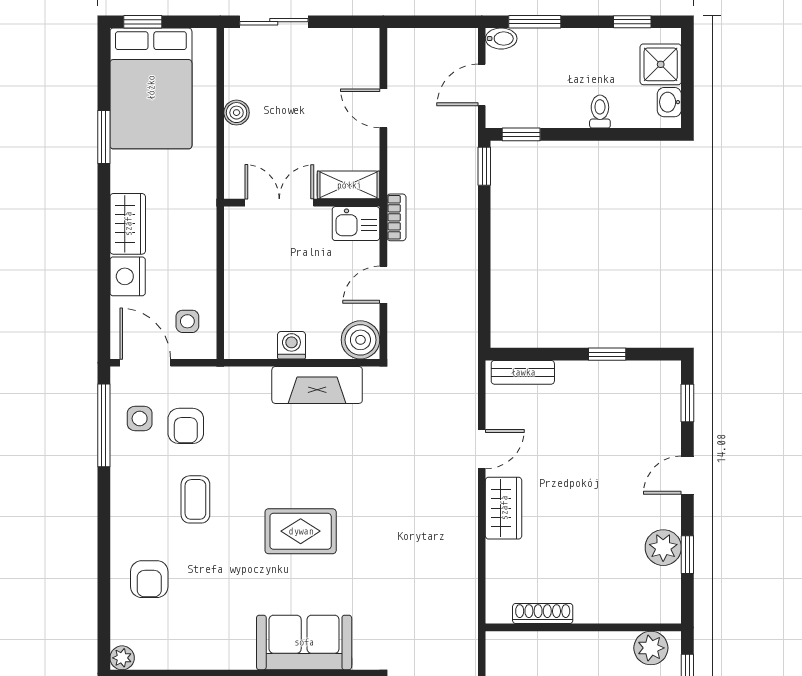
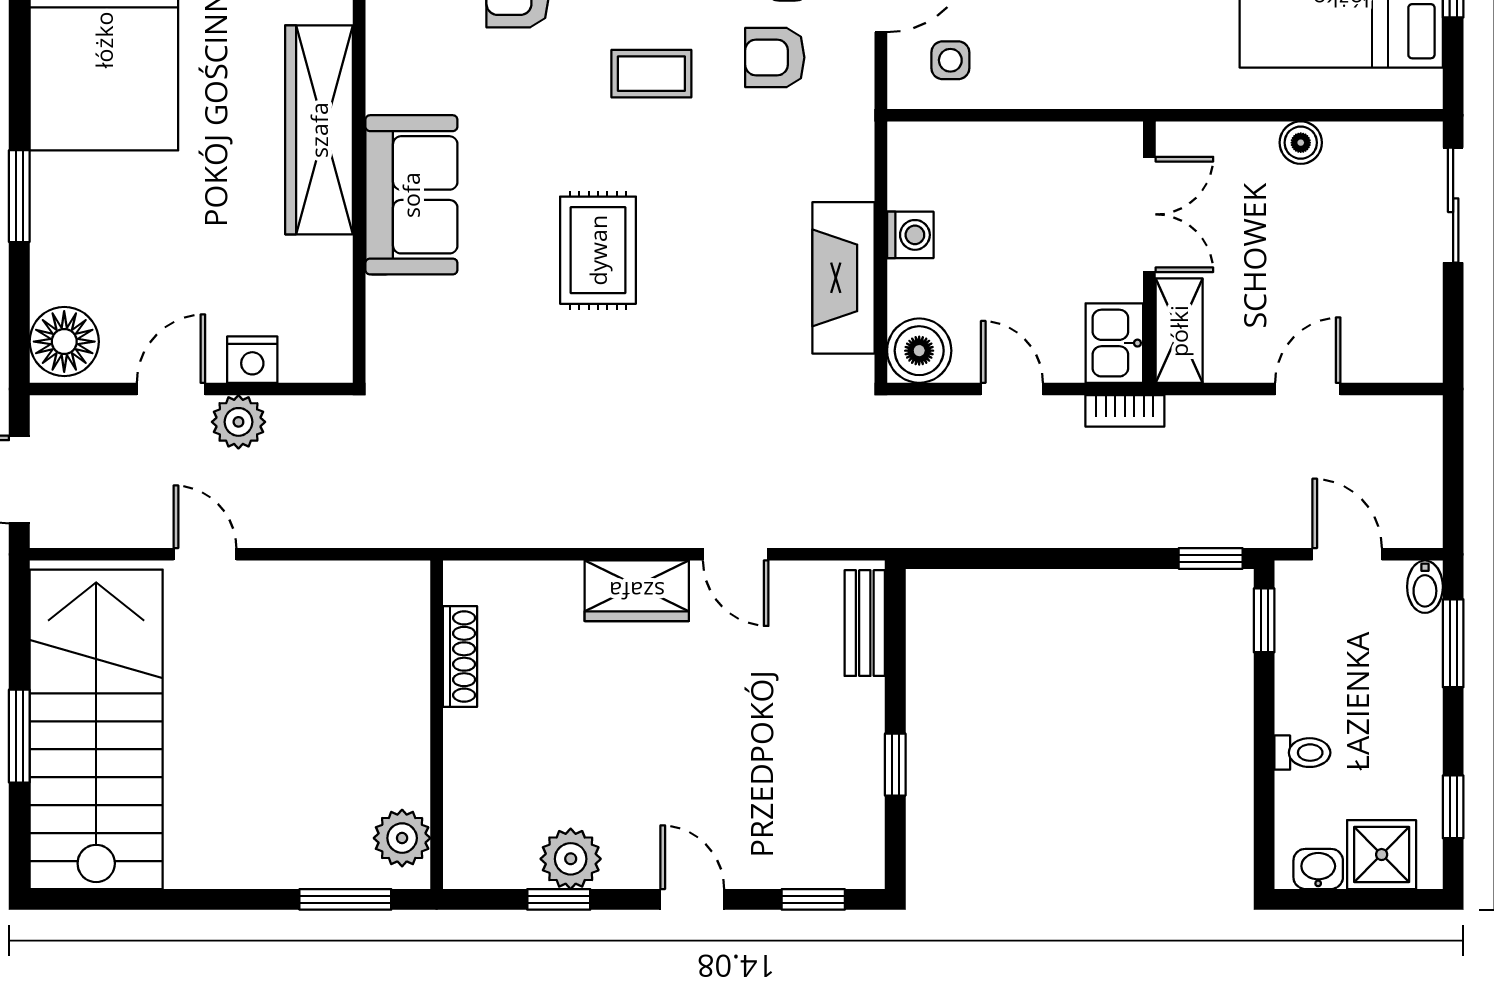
sofa: (304, 642) -> (411, 195), moved

